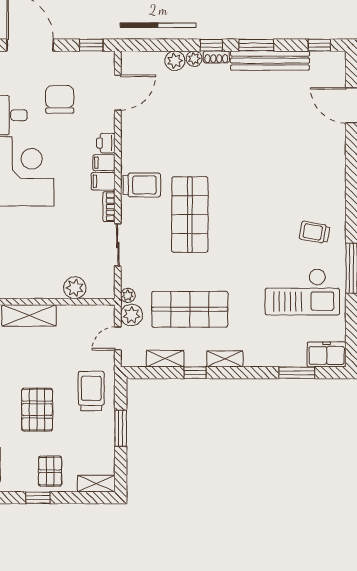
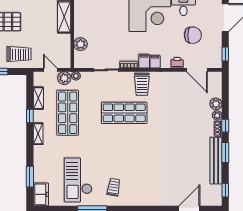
printer: (106, 143) -> (177, 63), moved

